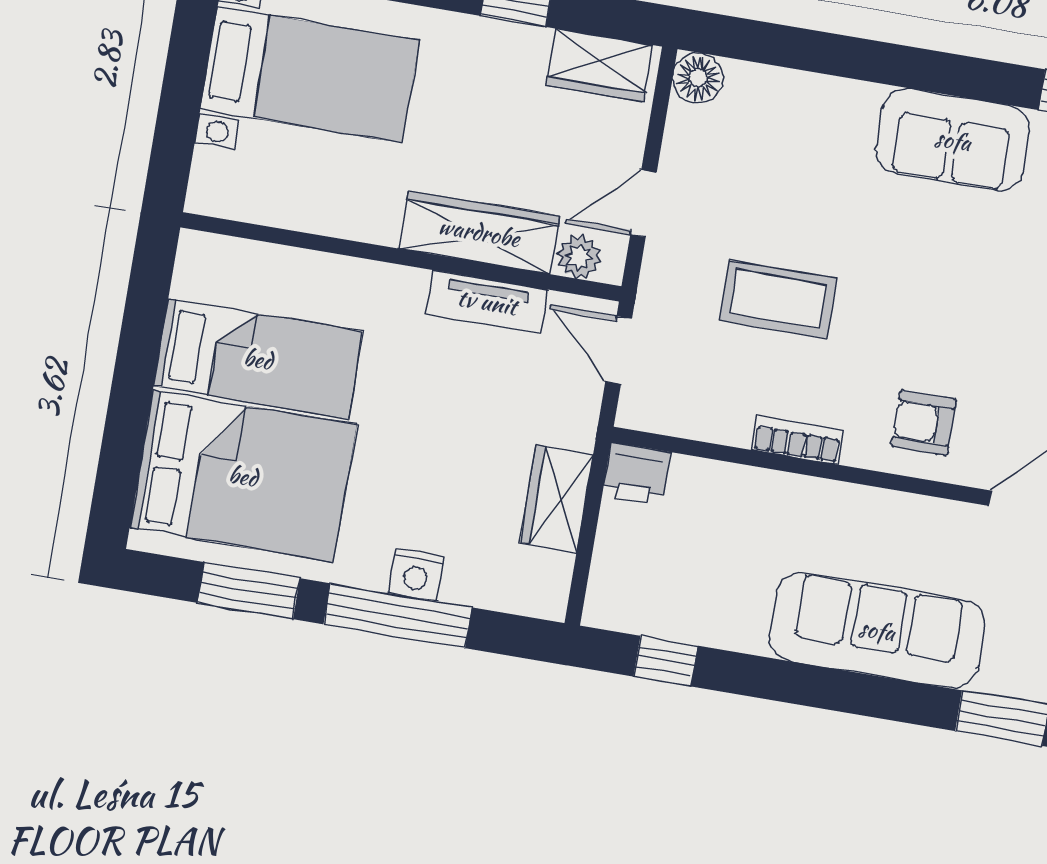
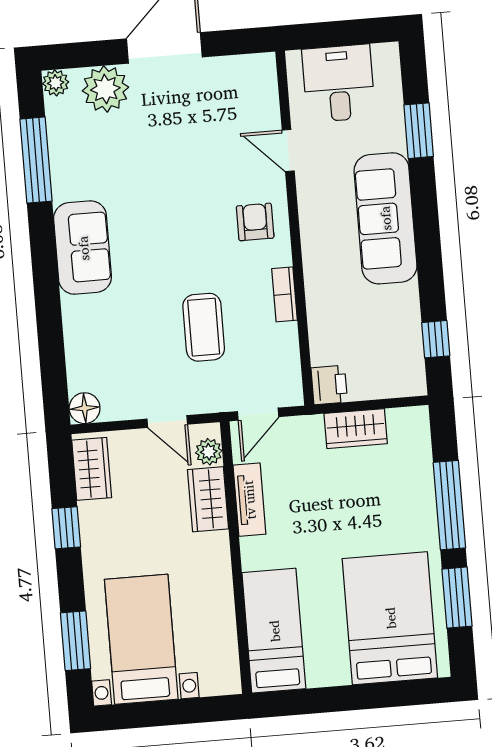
wardrobe: (479, 232) -> (208, 499), width x0.67
bed: (258, 359) -> (274, 631), moved
armchair: (924, 423) -> (255, 222), turned 180
nightstand: (416, 575) -> (422, 501), removed

